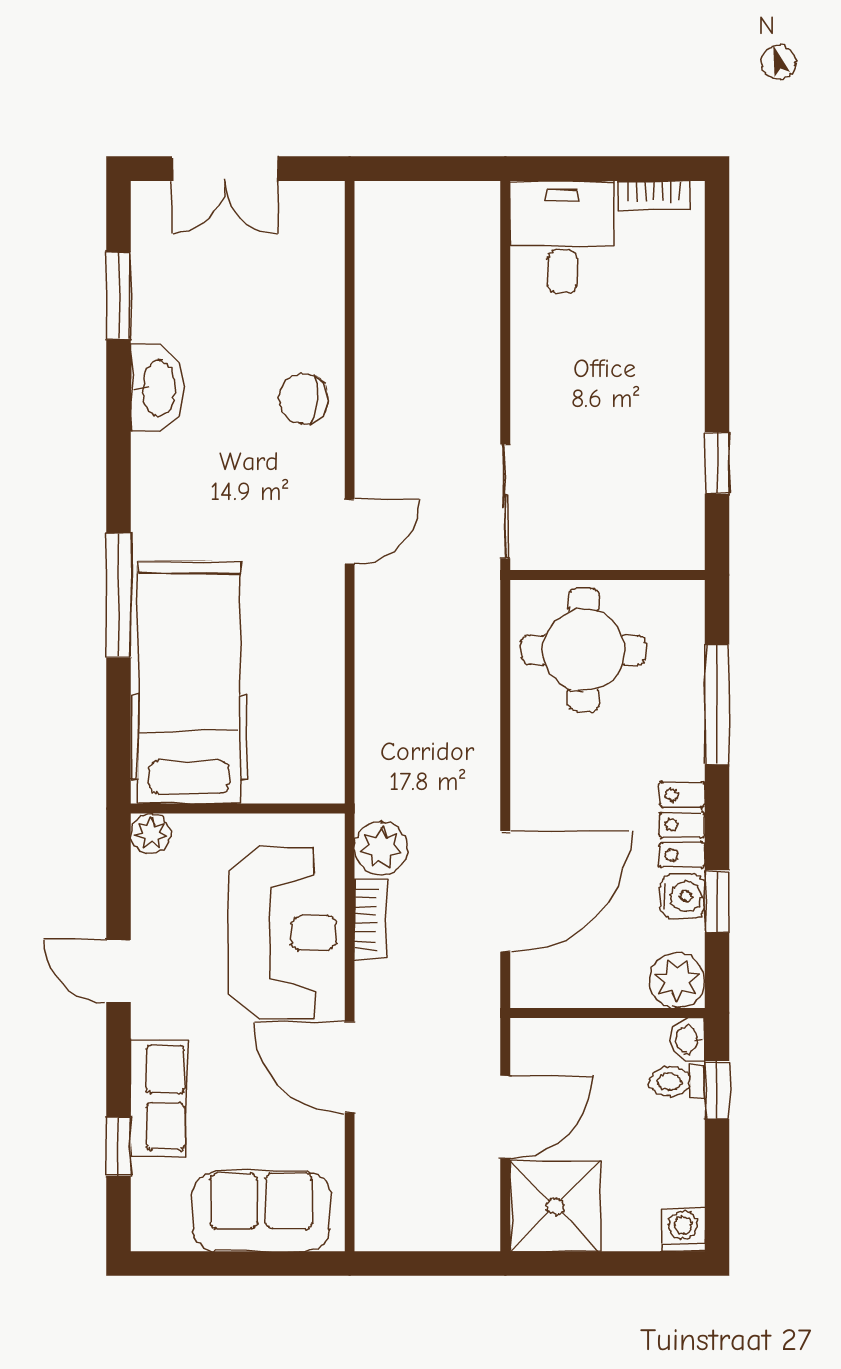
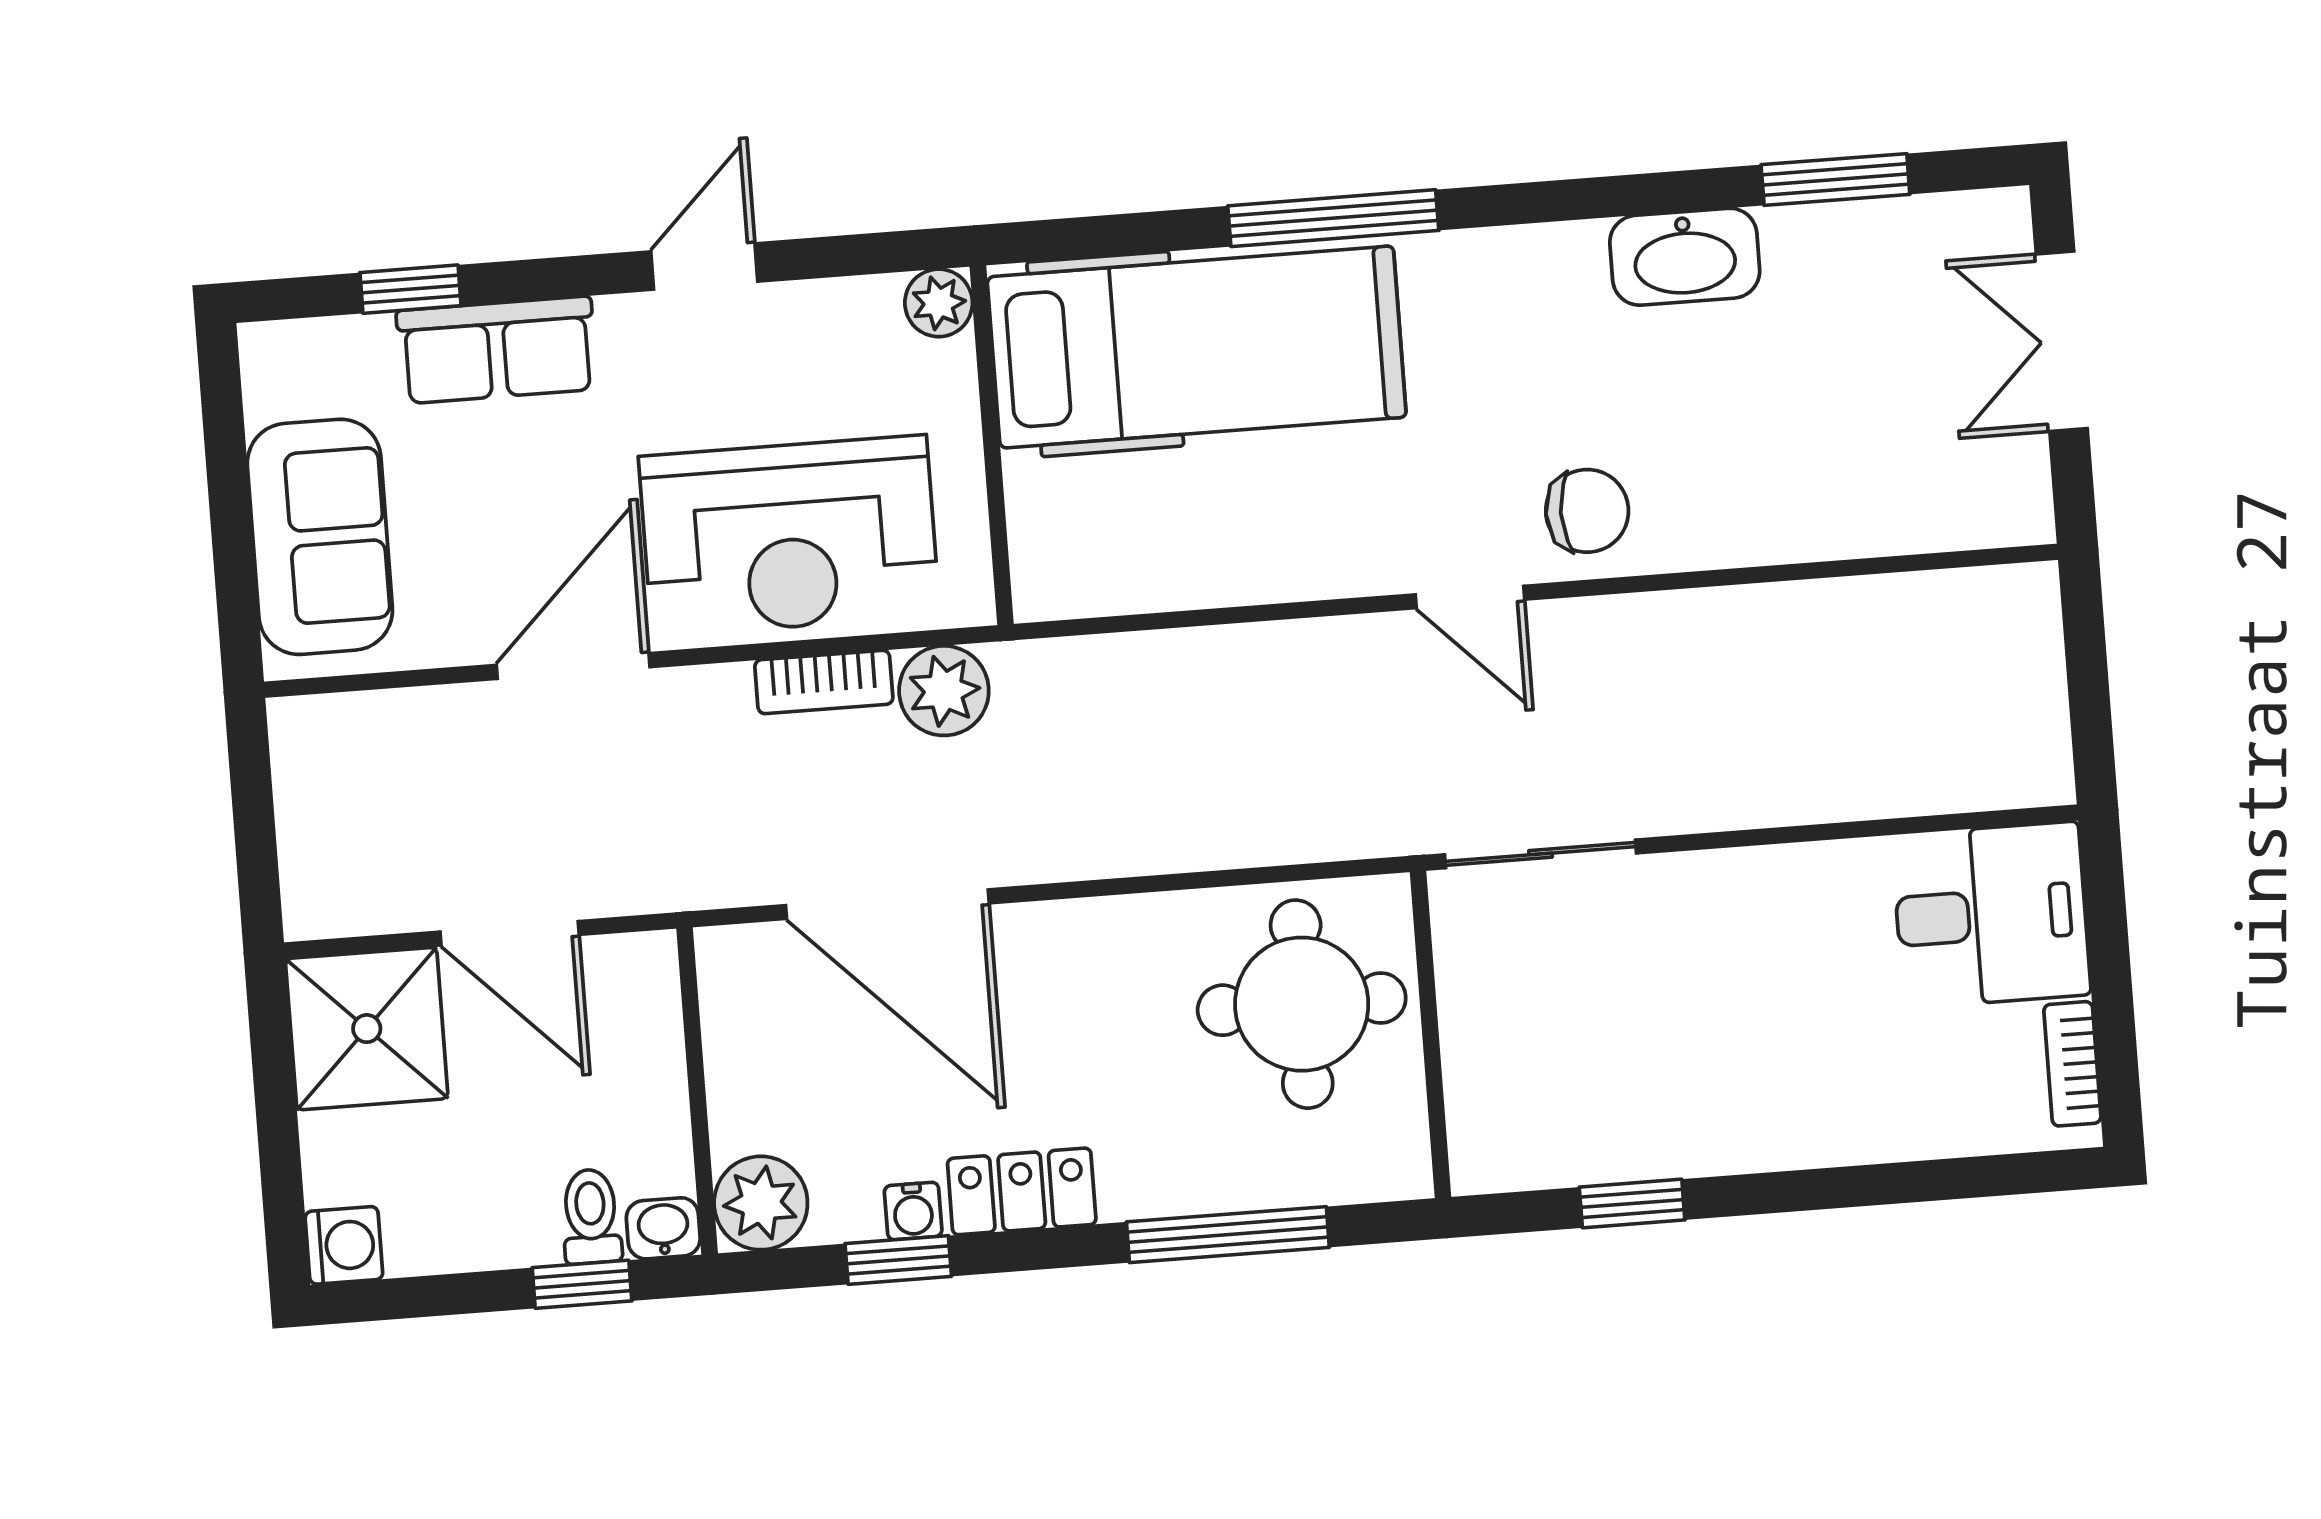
chair: (303, 399) -> (1587, 511), moved, turned 86
water cooler: (682, 896) -> (913, 1211), width x0.72, depth x0.72

